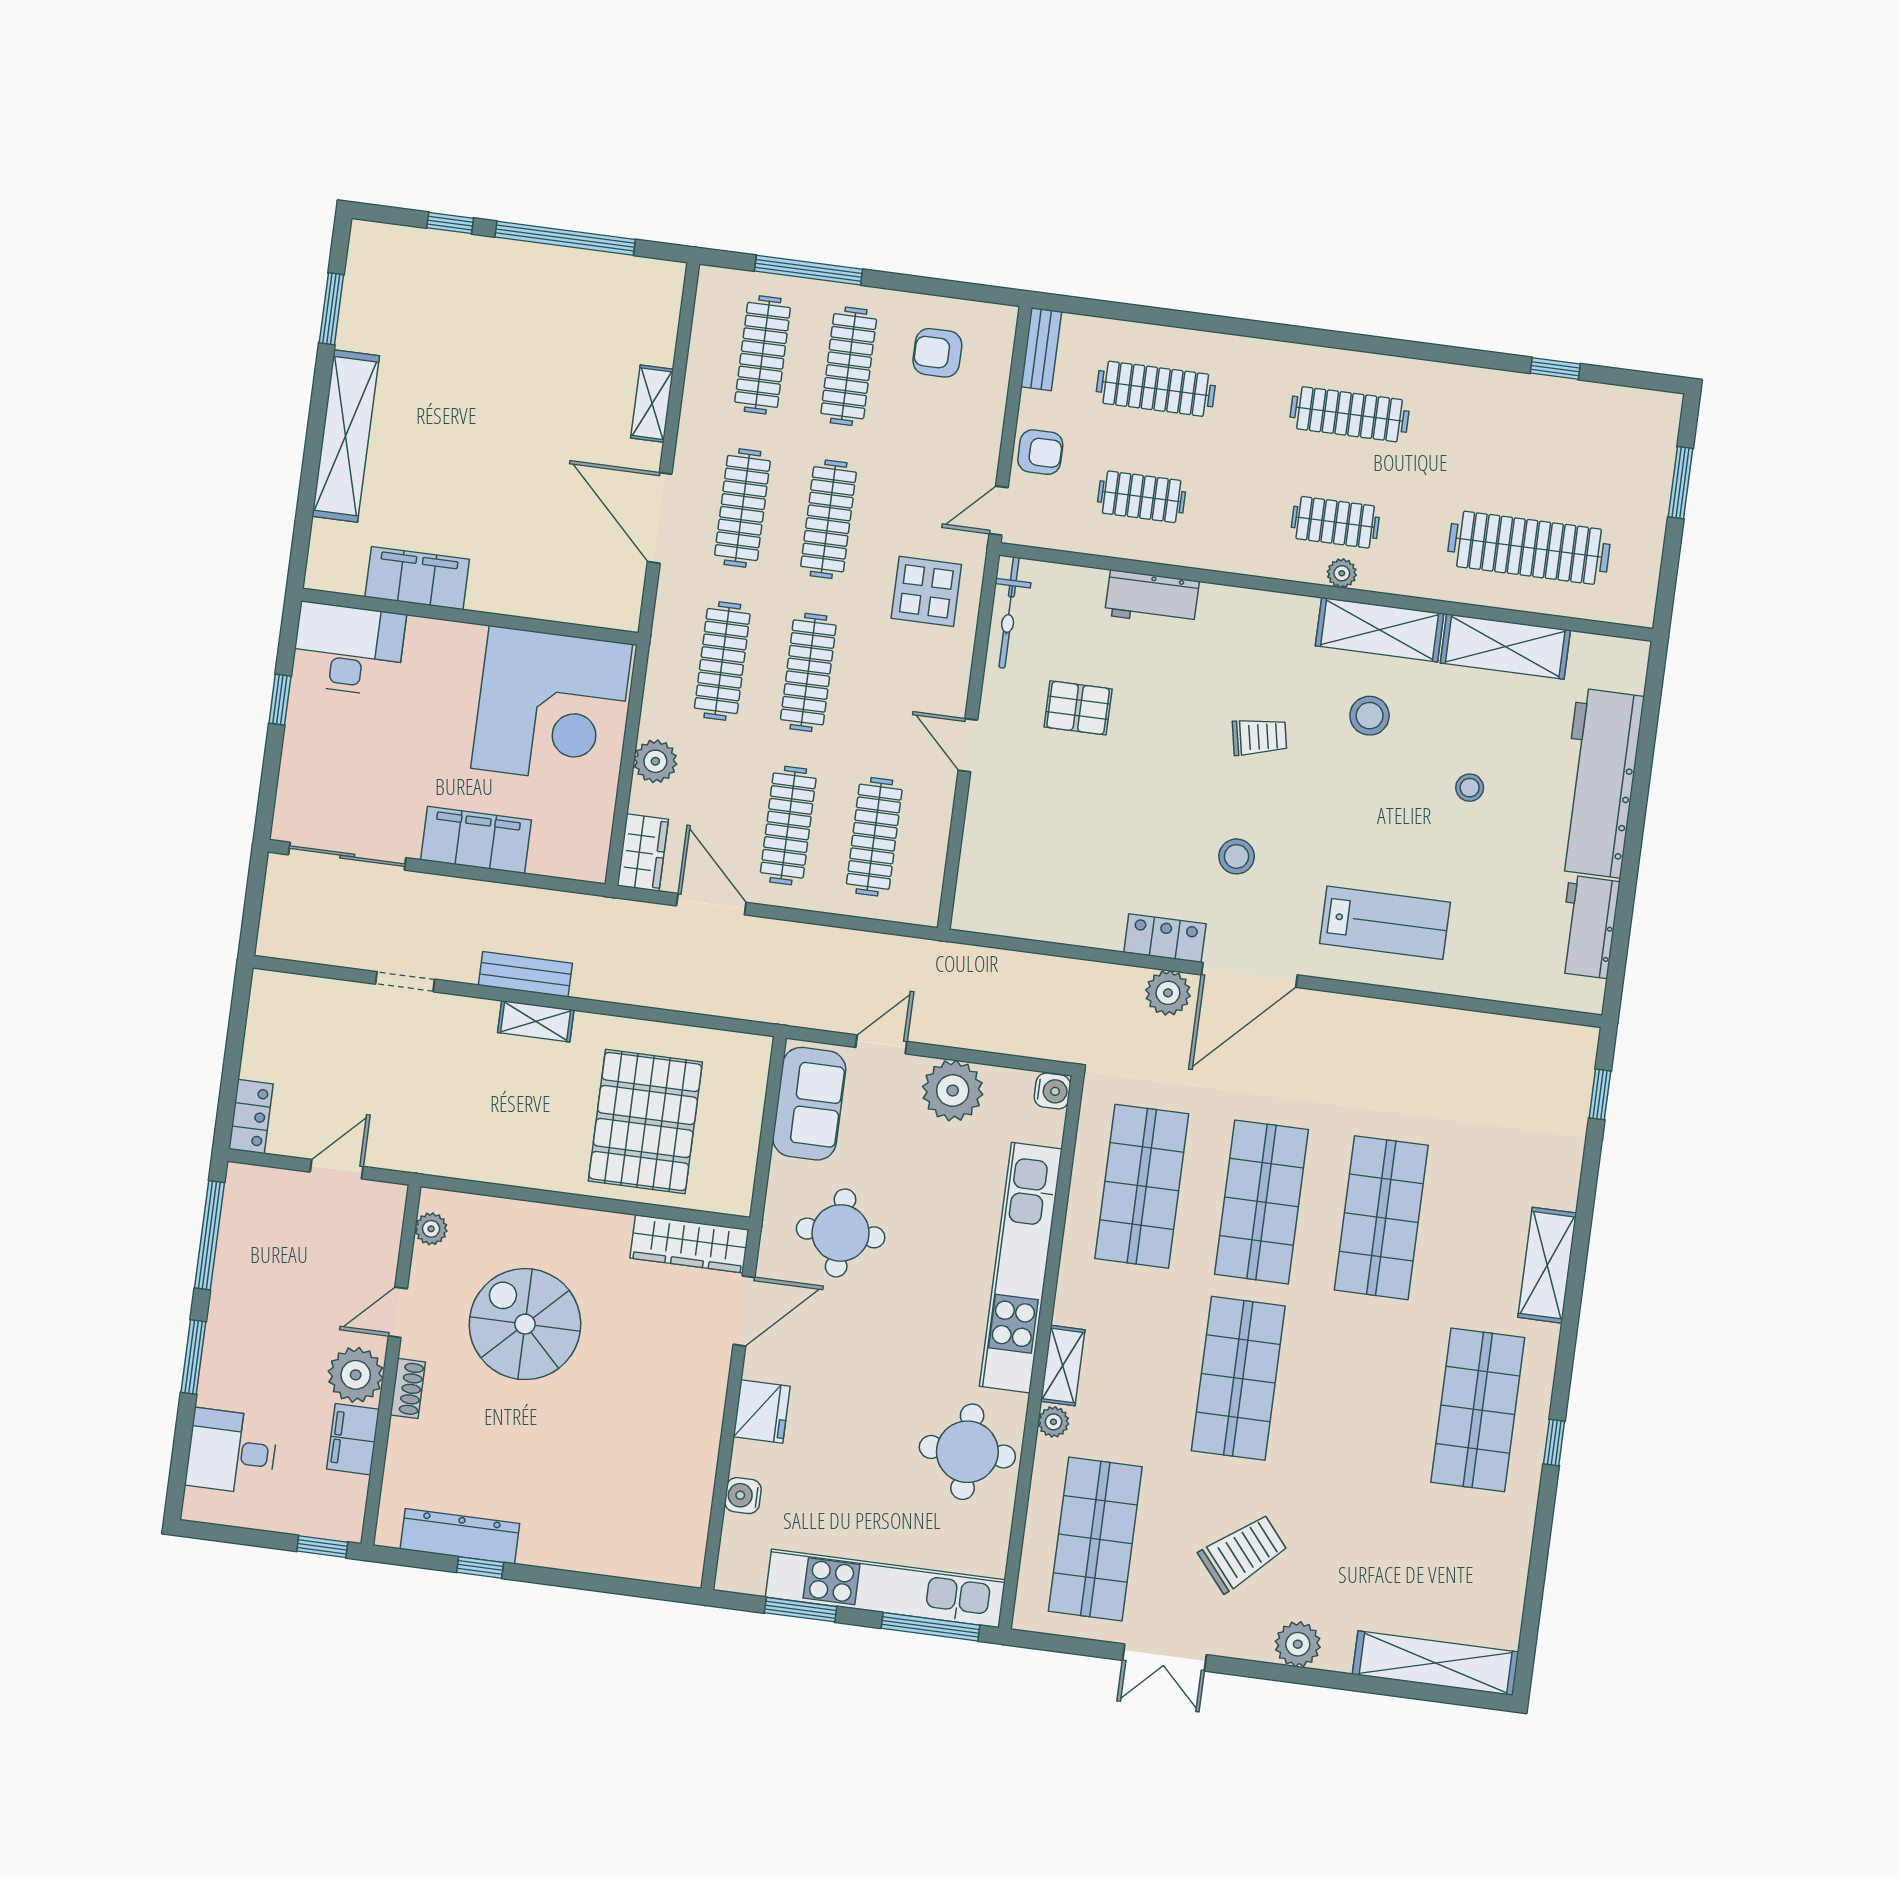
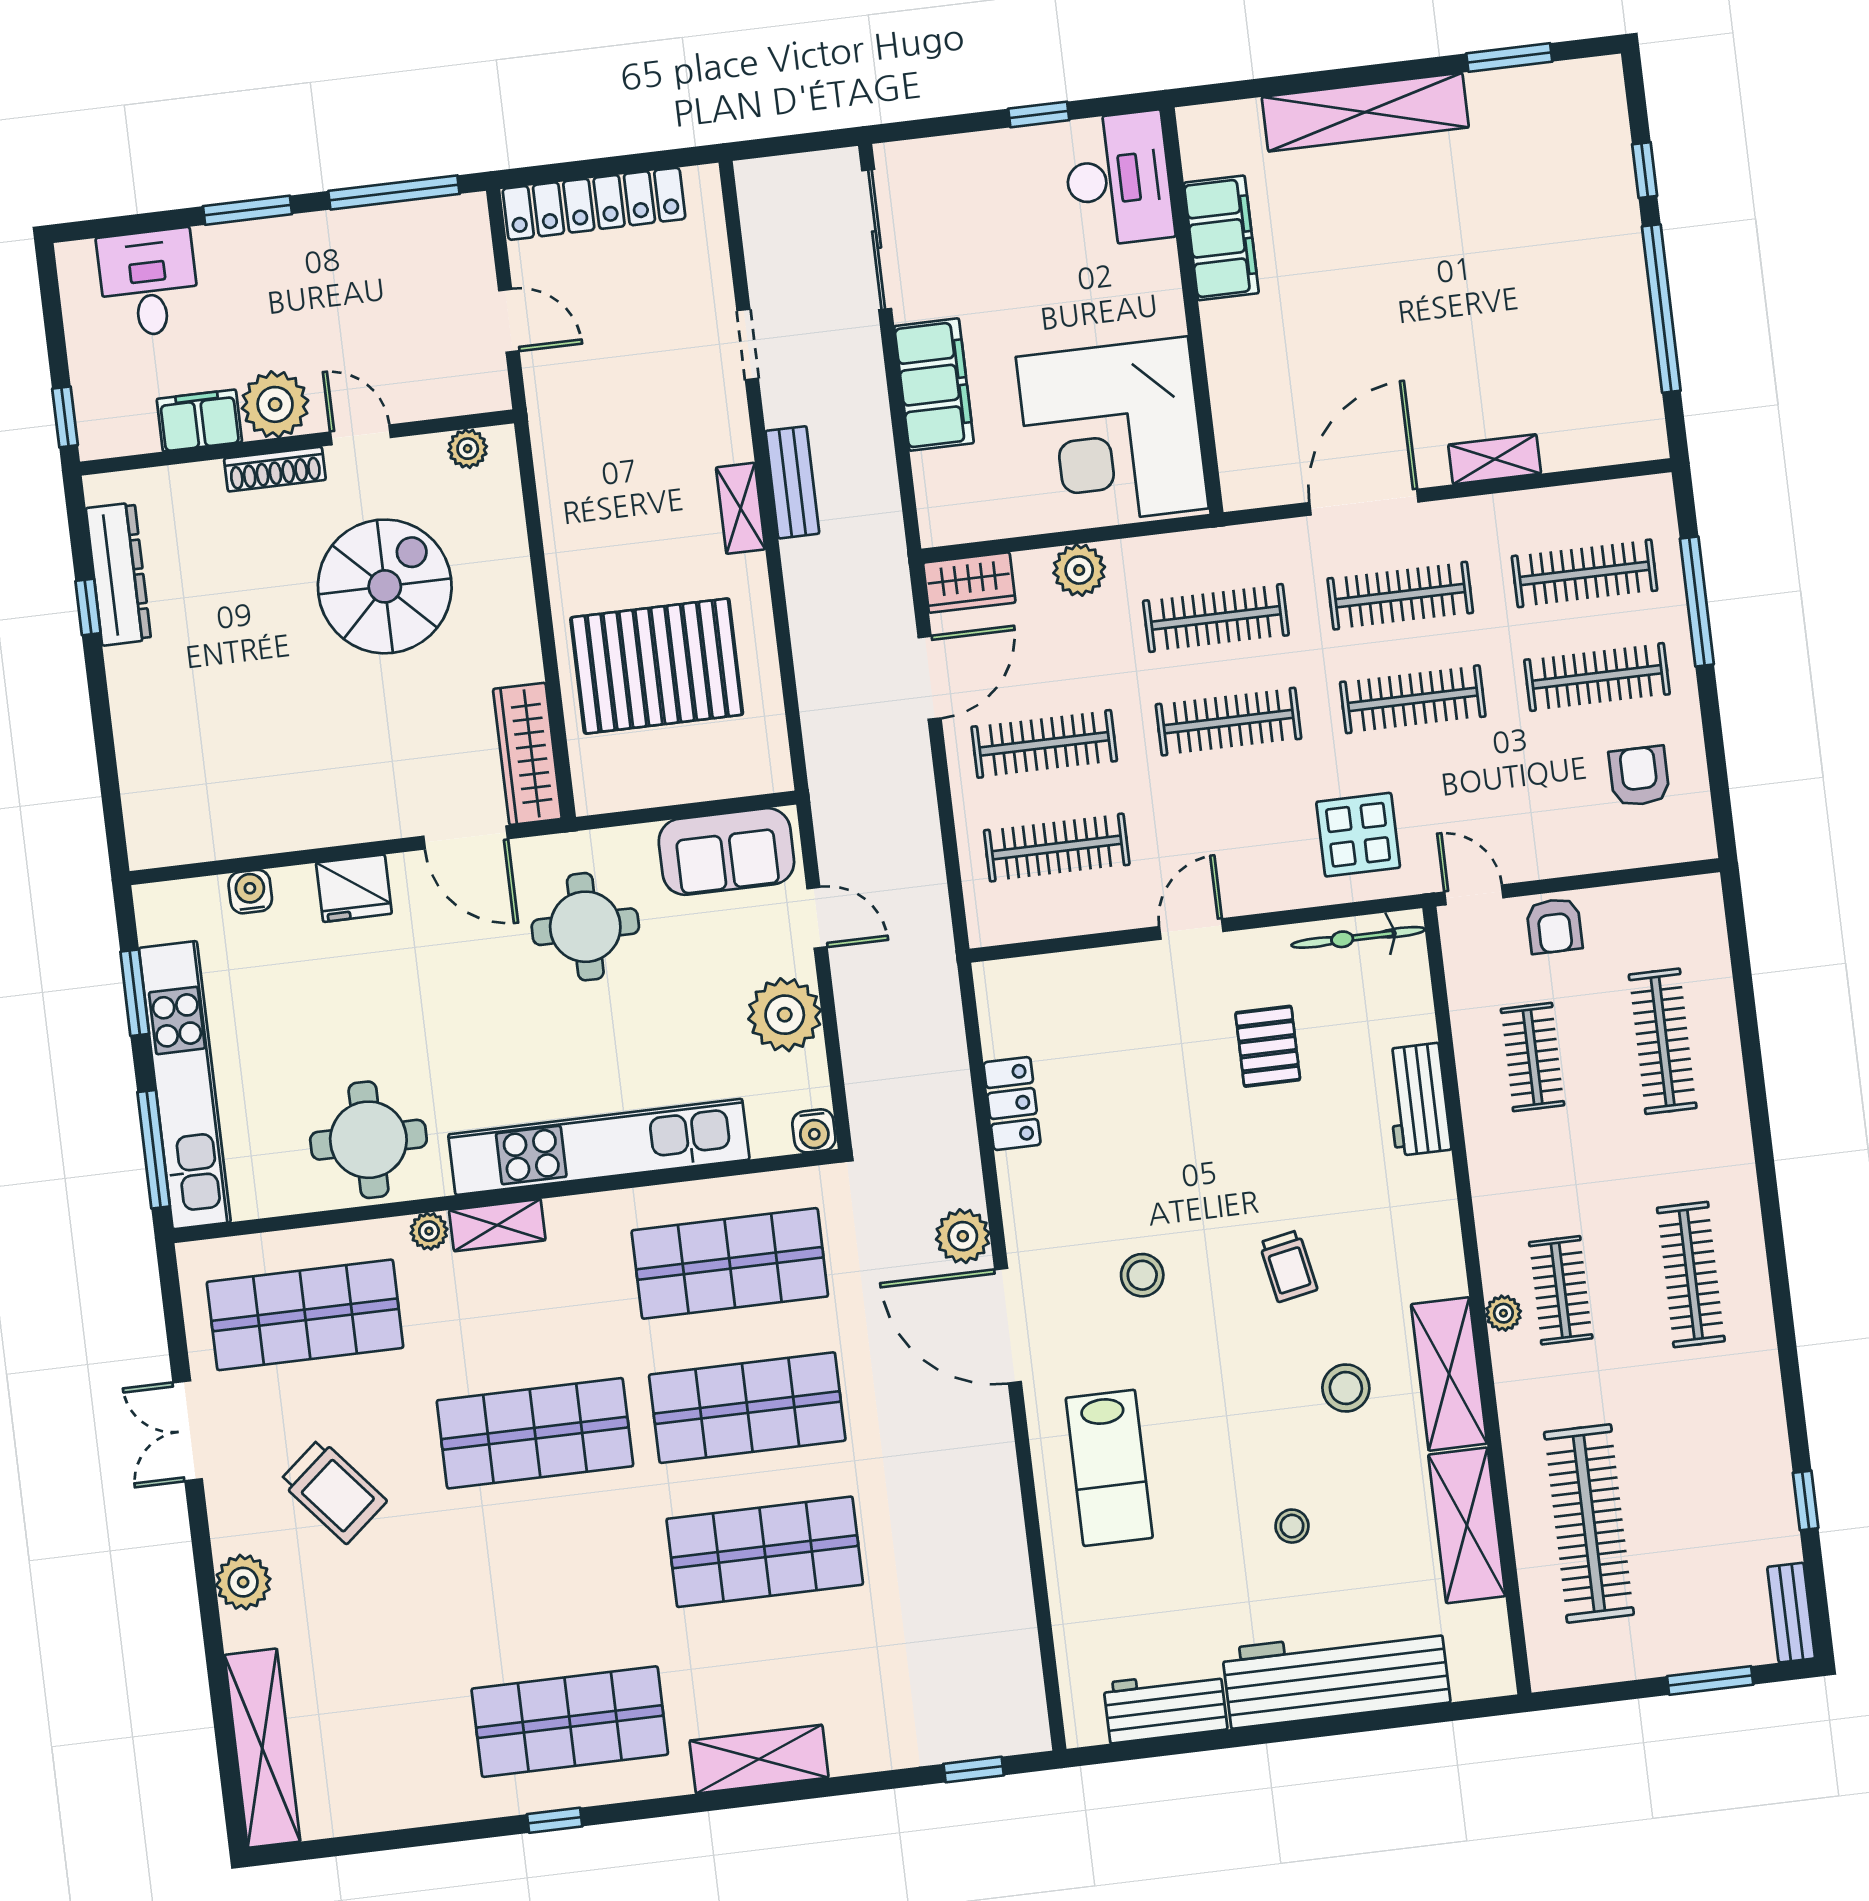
bench: (1041, 349) -> (1791, 1613), moved, turned 90
locker: (1165, 938) -> (1012, 1104), moved
locker: (251, 1116) -> (594, 204), width x2.16, depth x1.21
shoe rack: (408, 1388) -> (275, 469), width x1.43

